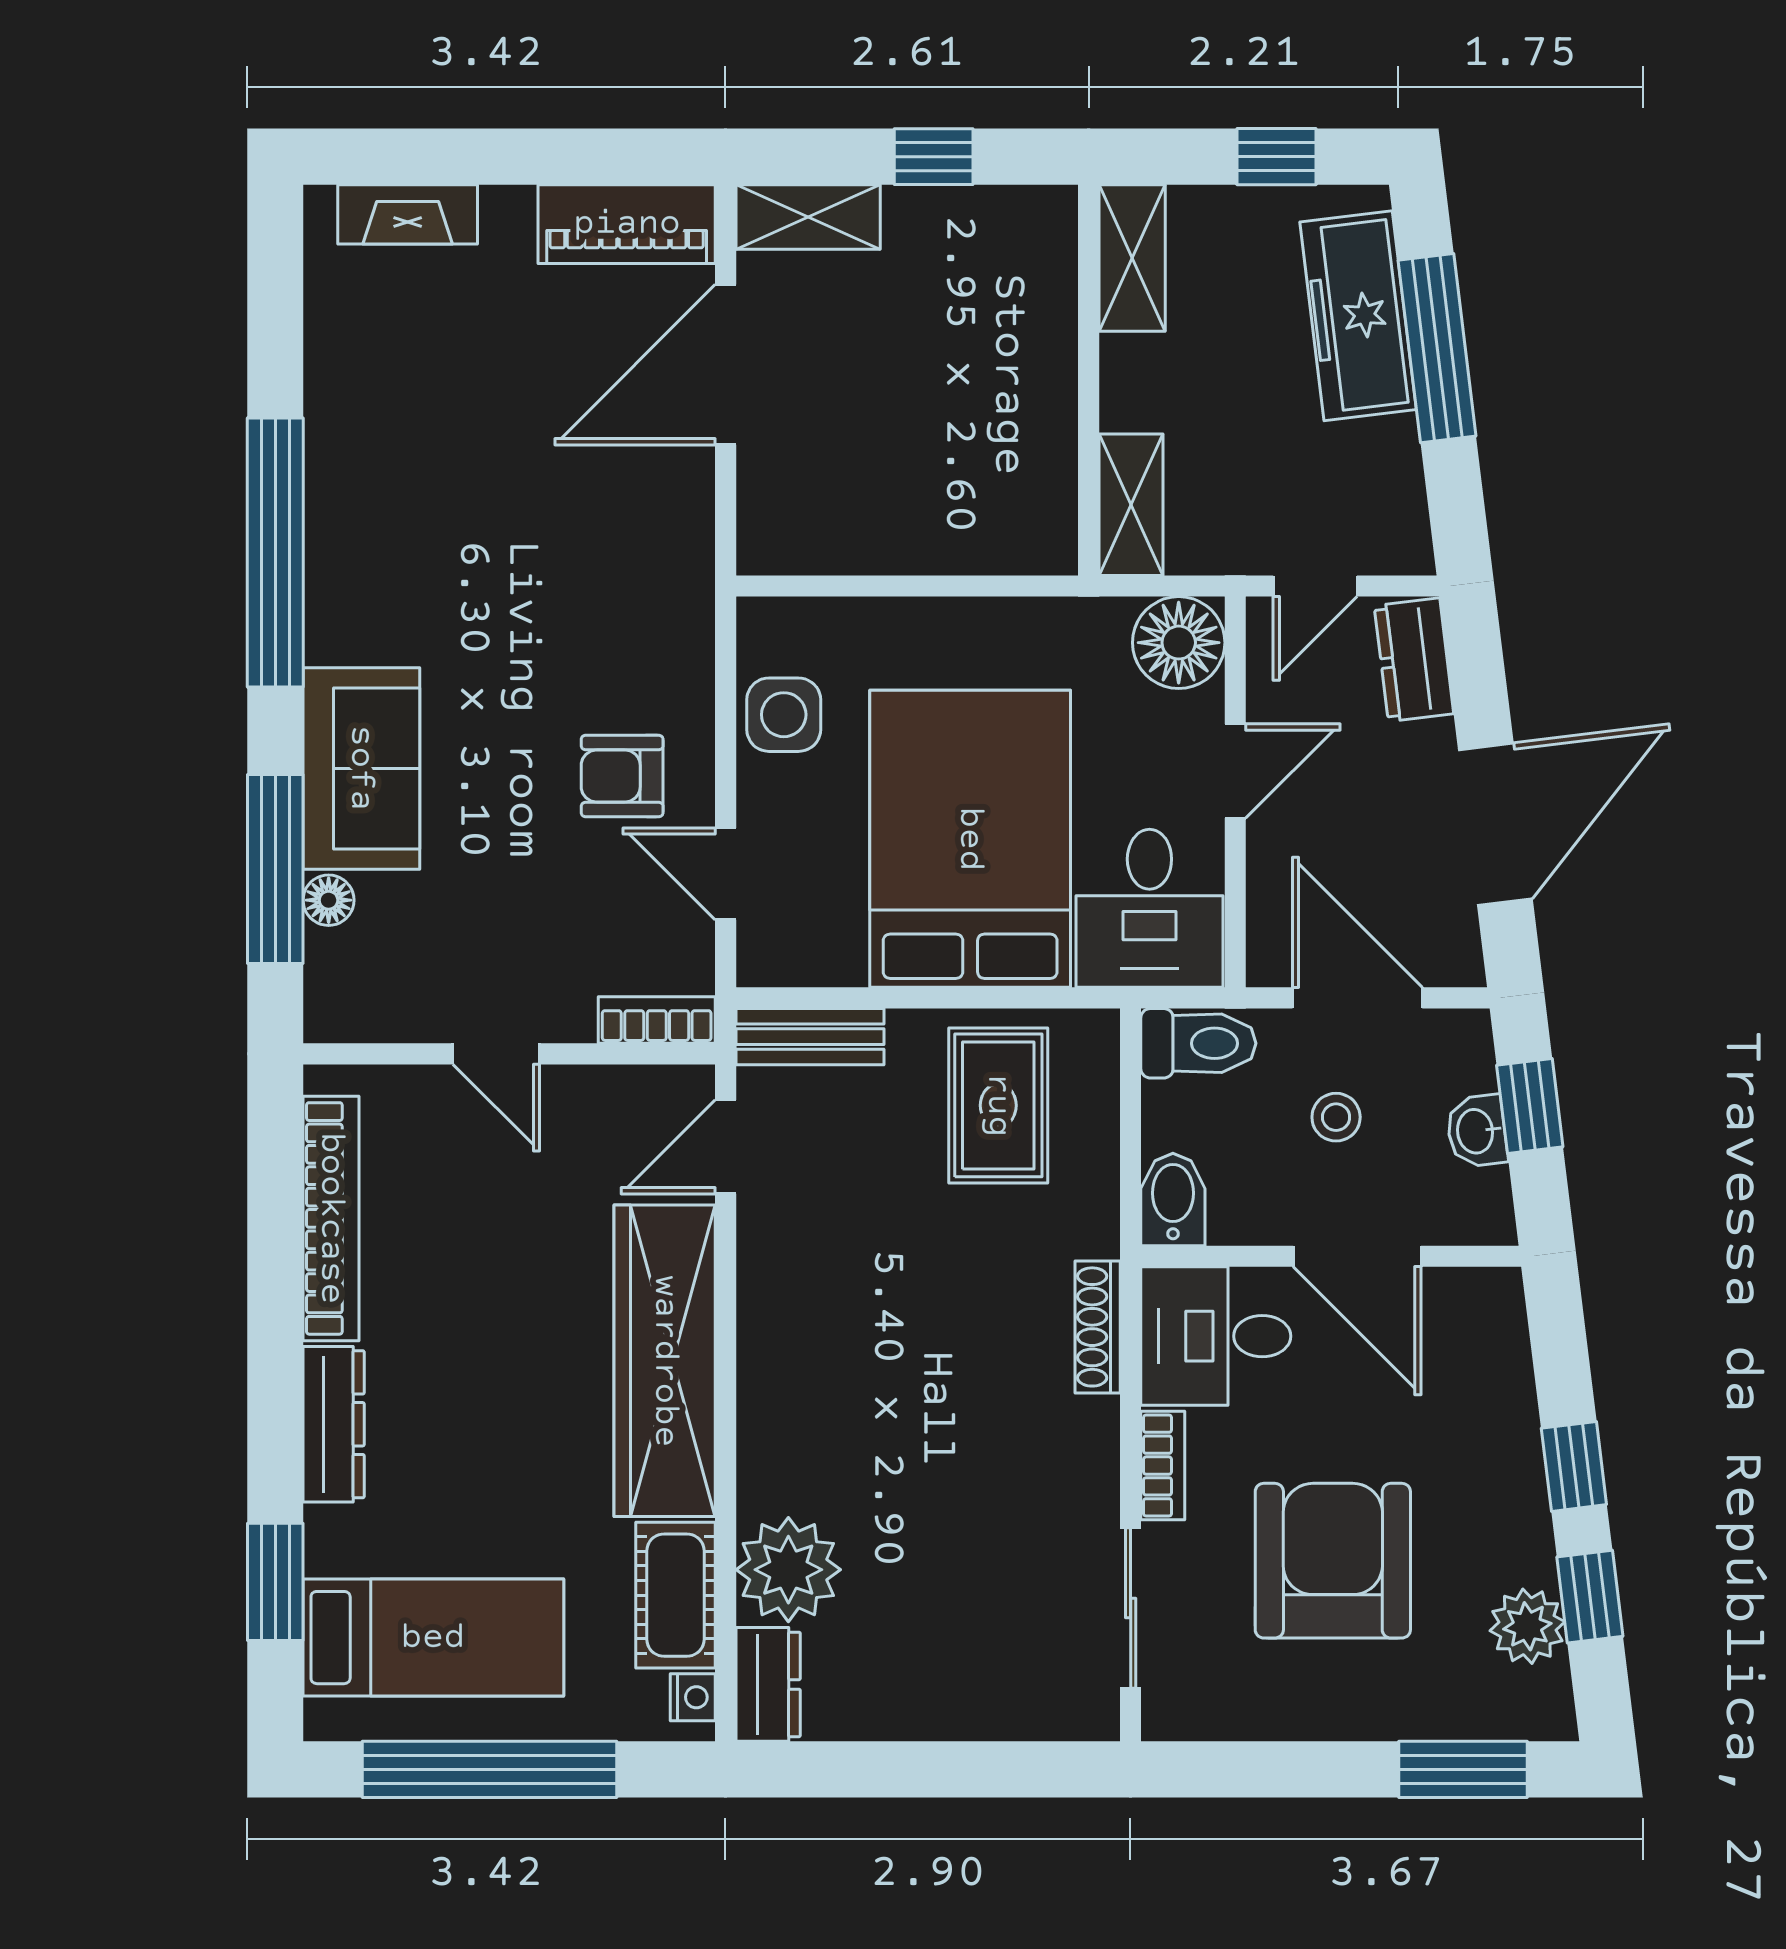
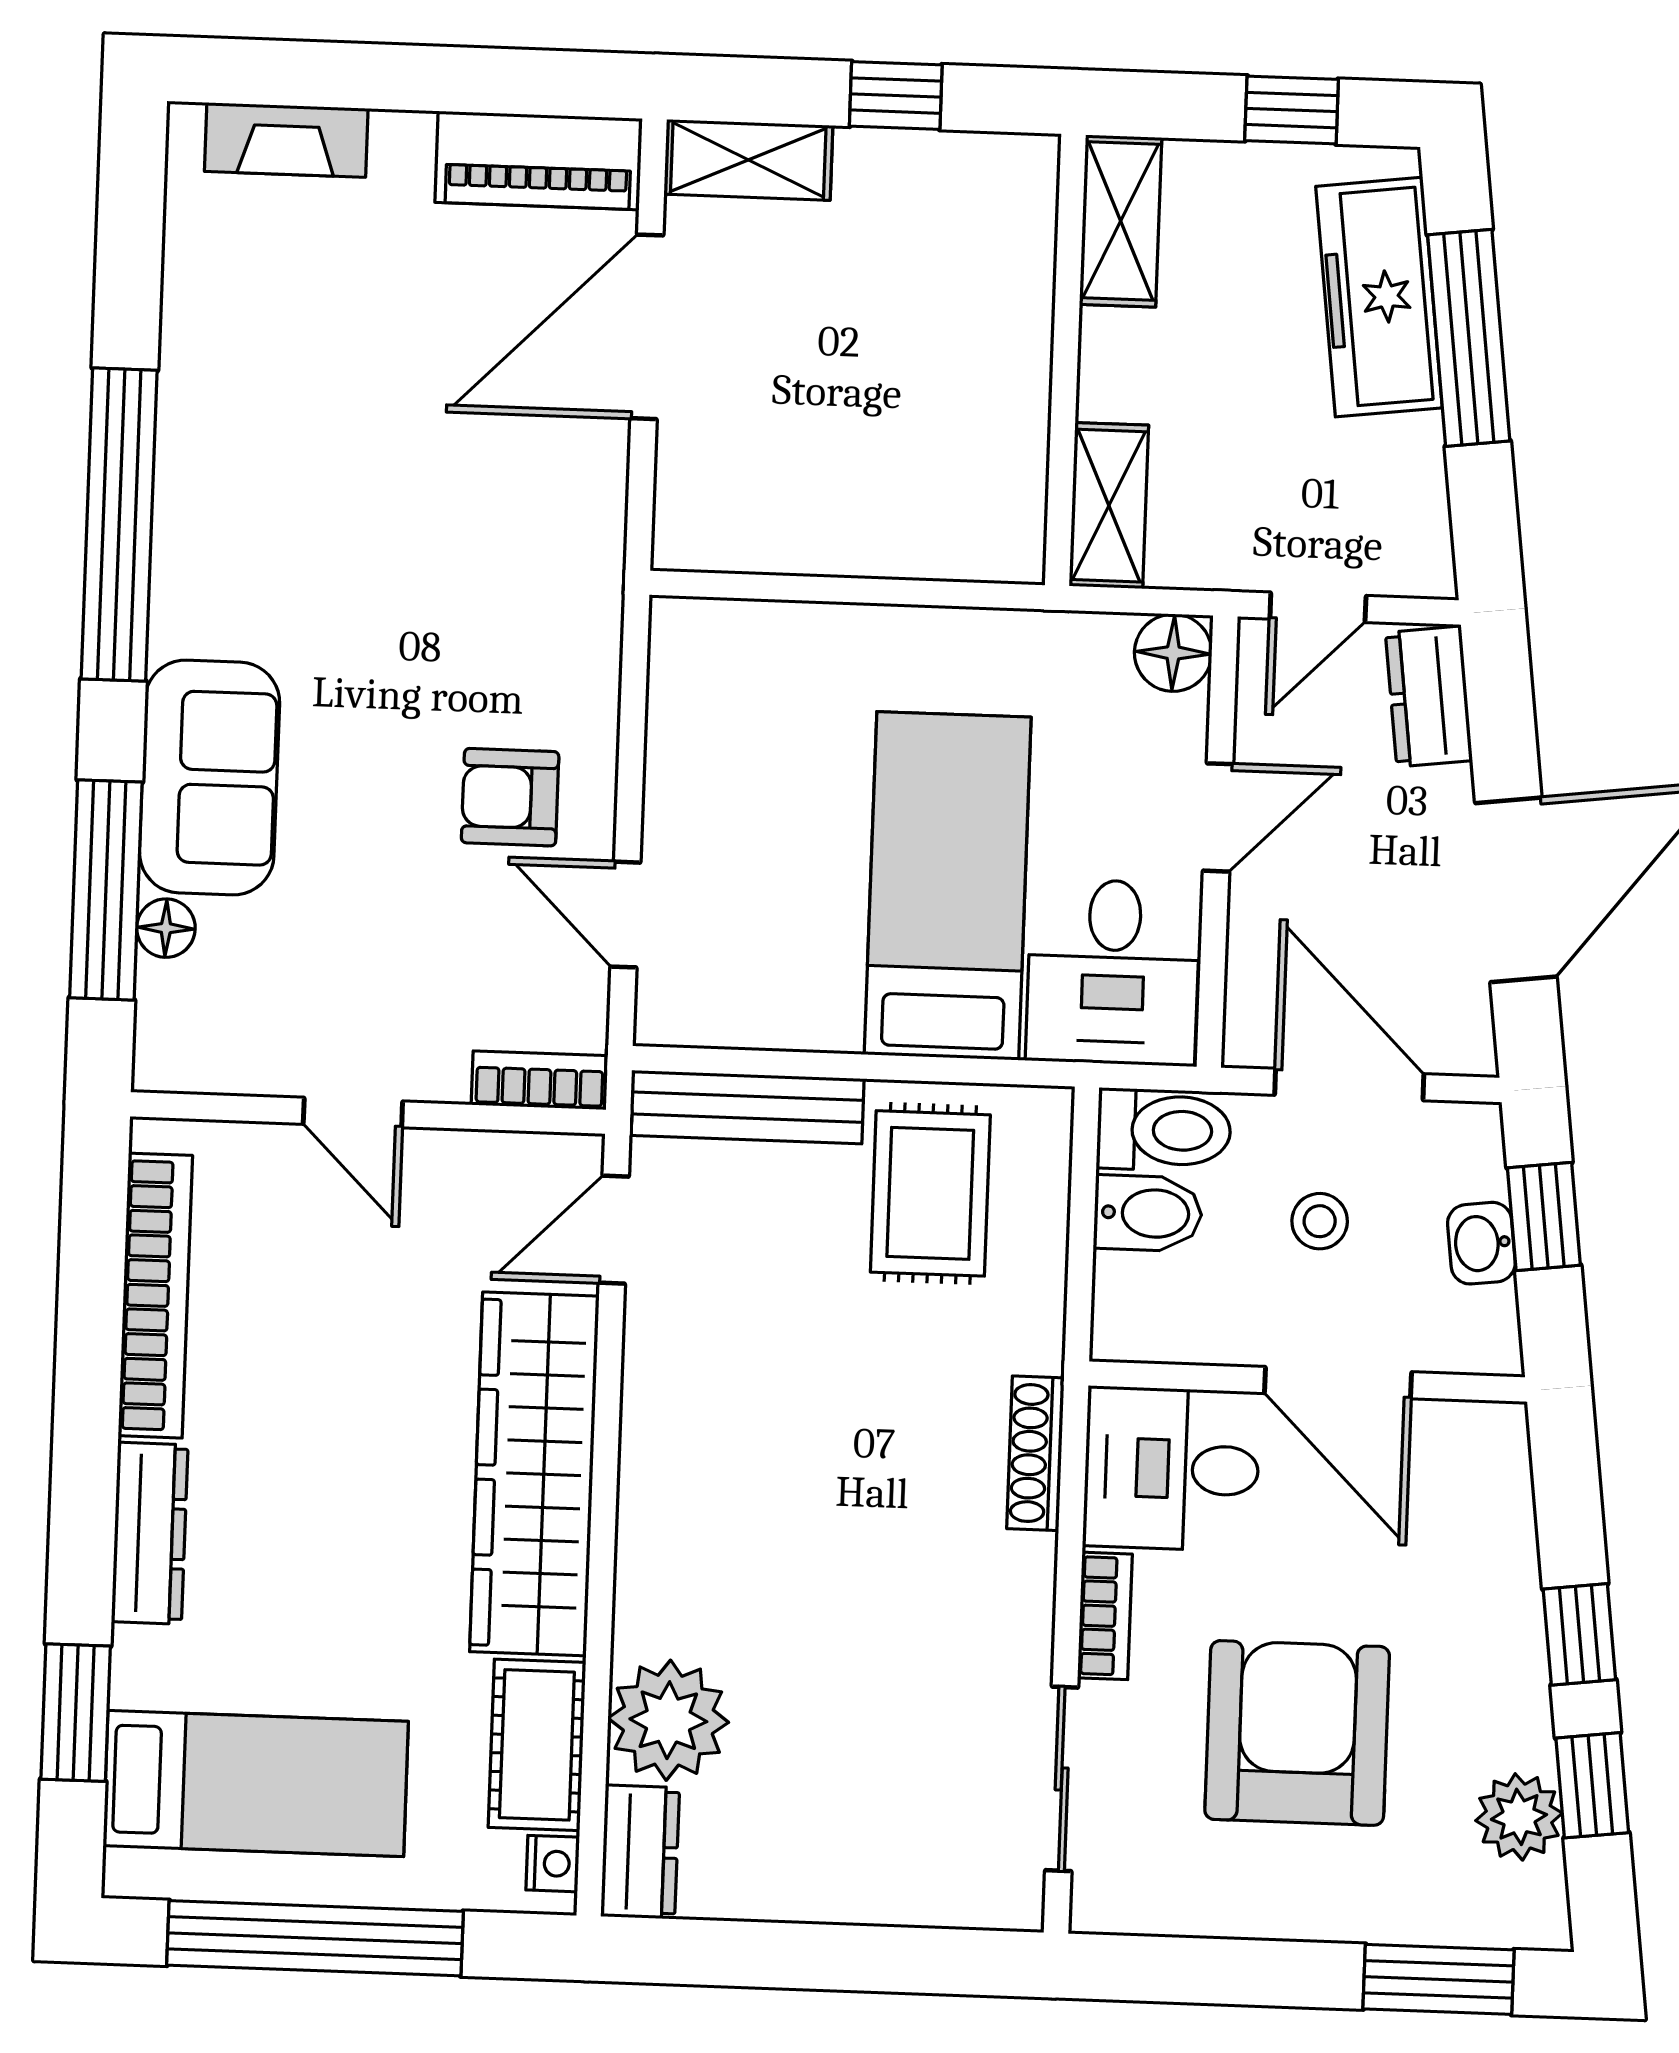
floor lamp: (1179, 643) -> (1173, 653), width x0.73, depth x0.73
side table: (784, 715) -> (699, 733), removed
bed: (970, 839) -> (948, 886), width x0.67
bench: (810, 1037) -> (747, 1107), width x1.36
bidet: (1173, 1200) -> (1148, 1213), moved, turned 90

